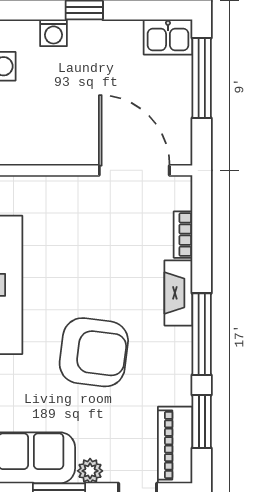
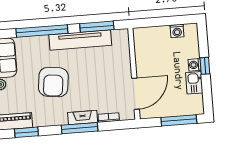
washing machine: (53, 33) -> (195, 65), moved
kitchen sink: (168, 37) -> (194, 83), moved
window: (202, 334) -> (80, 128), moved

